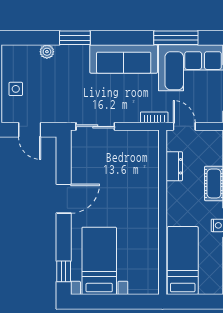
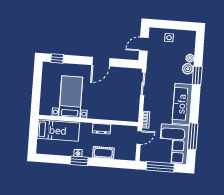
plant: (65, 54) -> (188, 69), added
dresser: (174, 166) -> (102, 129), moved
door: (64, 199) -> (101, 62), hinge flipped
bed with nightstands: (99, 261) -> (71, 97), moved, turned -90

